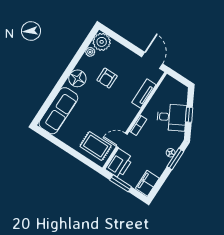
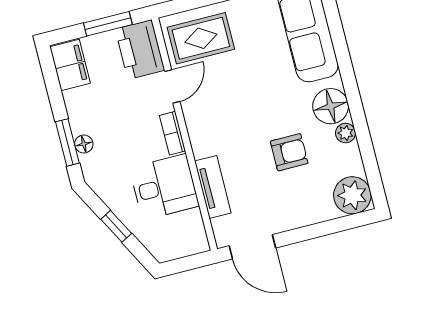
plant: (90, 52) -> (346, 133), moved
armchair: (107, 78) -> (289, 152), turned 90
desk: (172, 117) -> (164, 187), moved, turned -152

